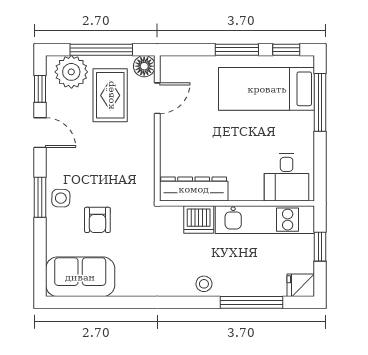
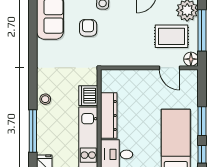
dresser: (194, 189) -> (109, 116), moved
armchair: (97, 220) -> (88, 28), turned 90

